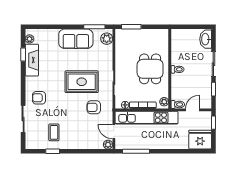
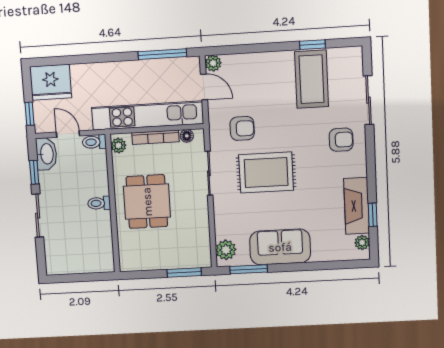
washbasin: (206, 39) -> (46, 154), moved
door: (192, 110) -> (68, 134), swing flipped
coffee table: (54, 132) -> (312, 79), width x1.86, depth x1.72

